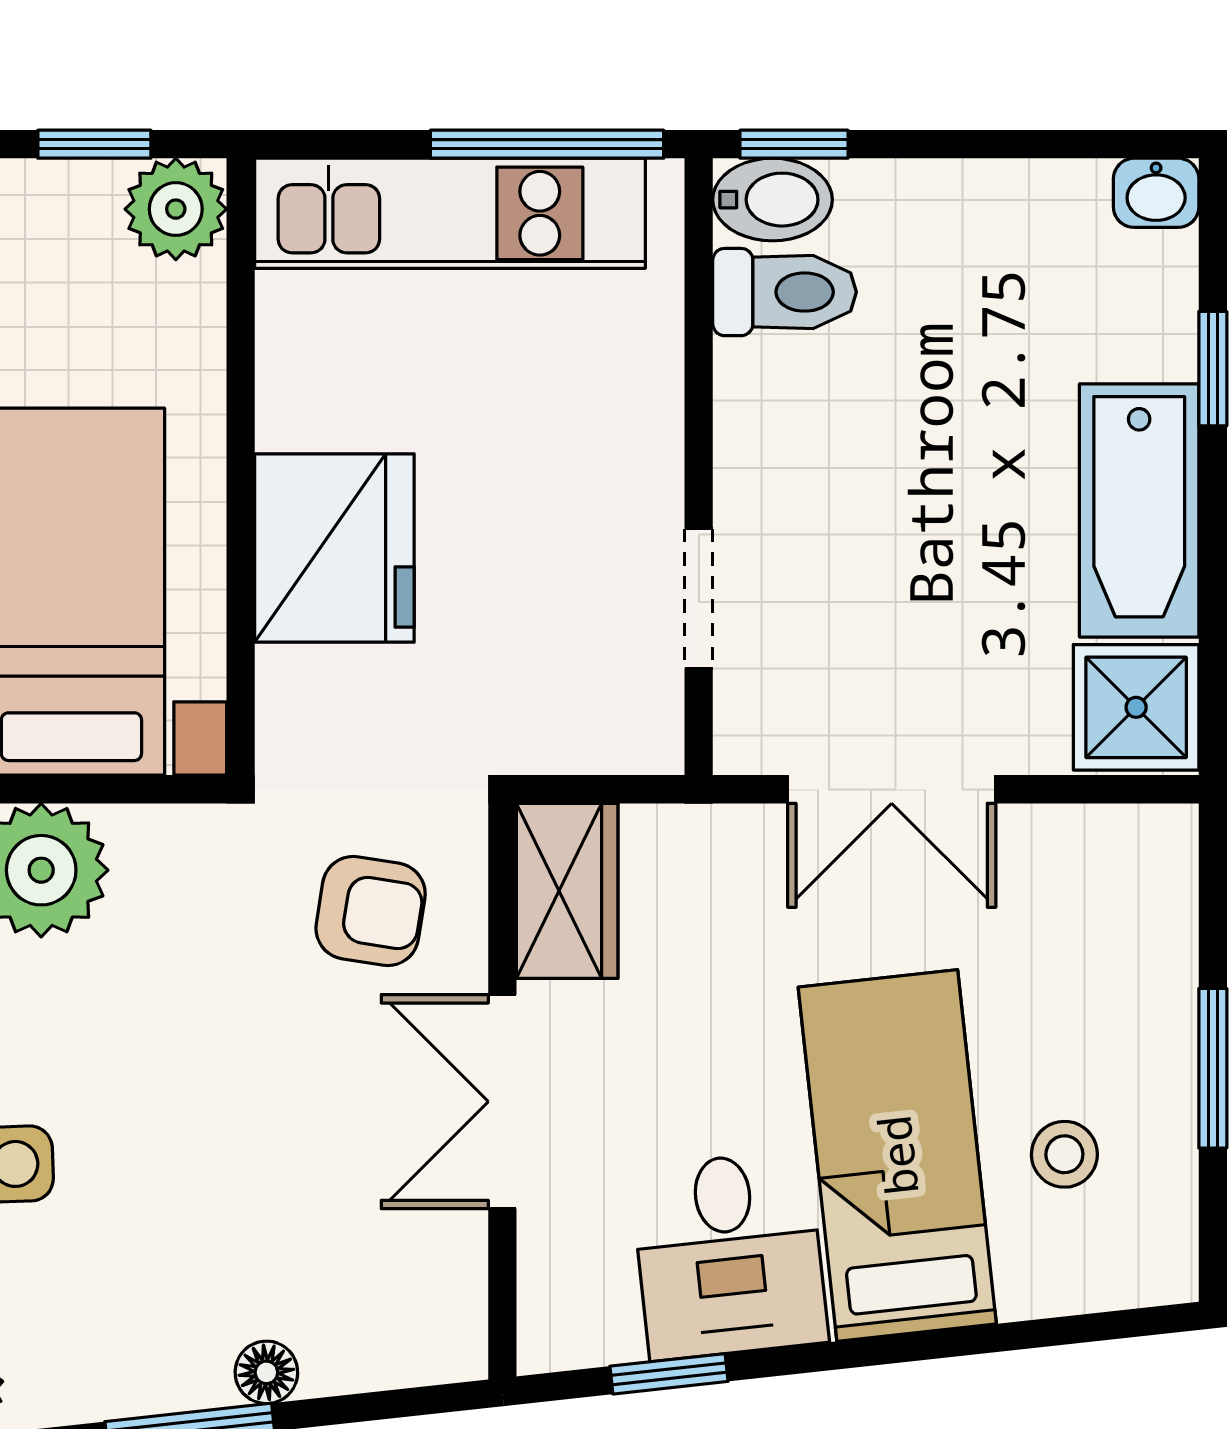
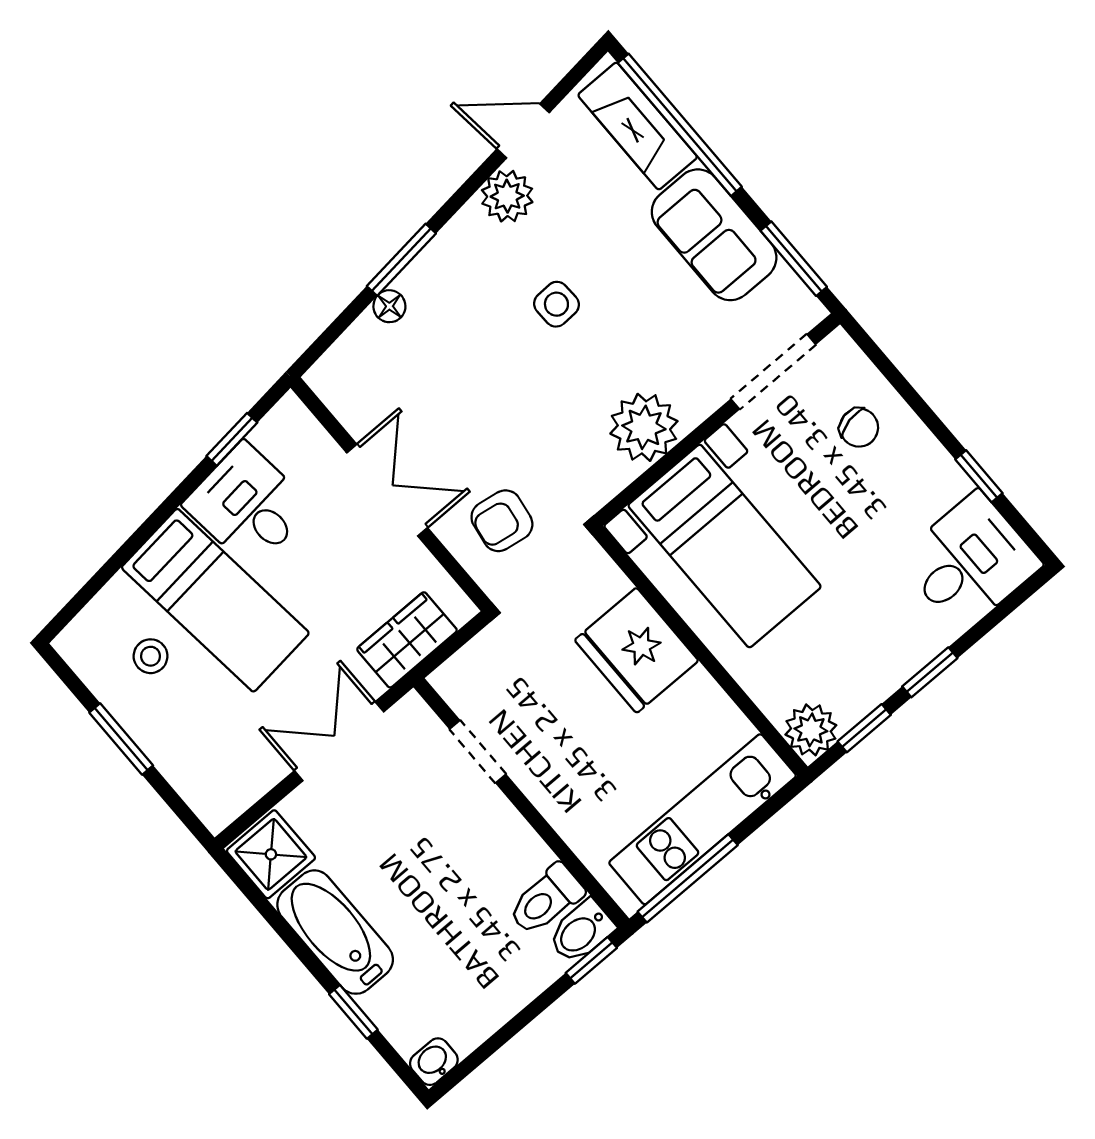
wardrobe: (567, 891) -> (407, 640), moved, turned 90

